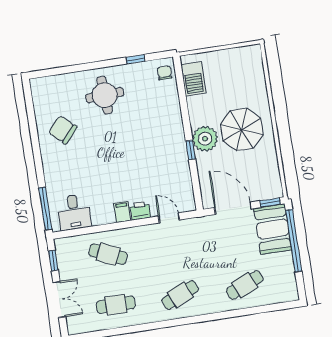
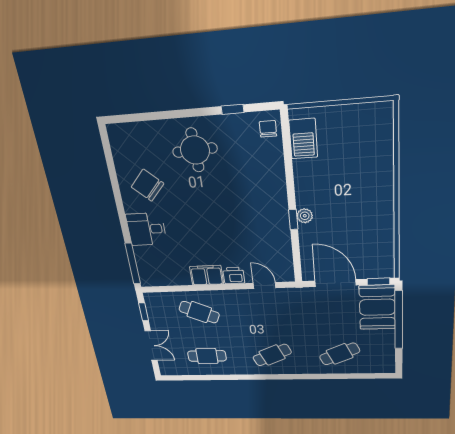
parasol: (242, 130) -> (356, 203), removed
plant: (205, 139) -> (305, 216), width x0.53, depth x0.53
desk: (74, 212) -> (146, 229), moved, turned 90
filing cabinet: (122, 212) -> (207, 275), width x2.00

